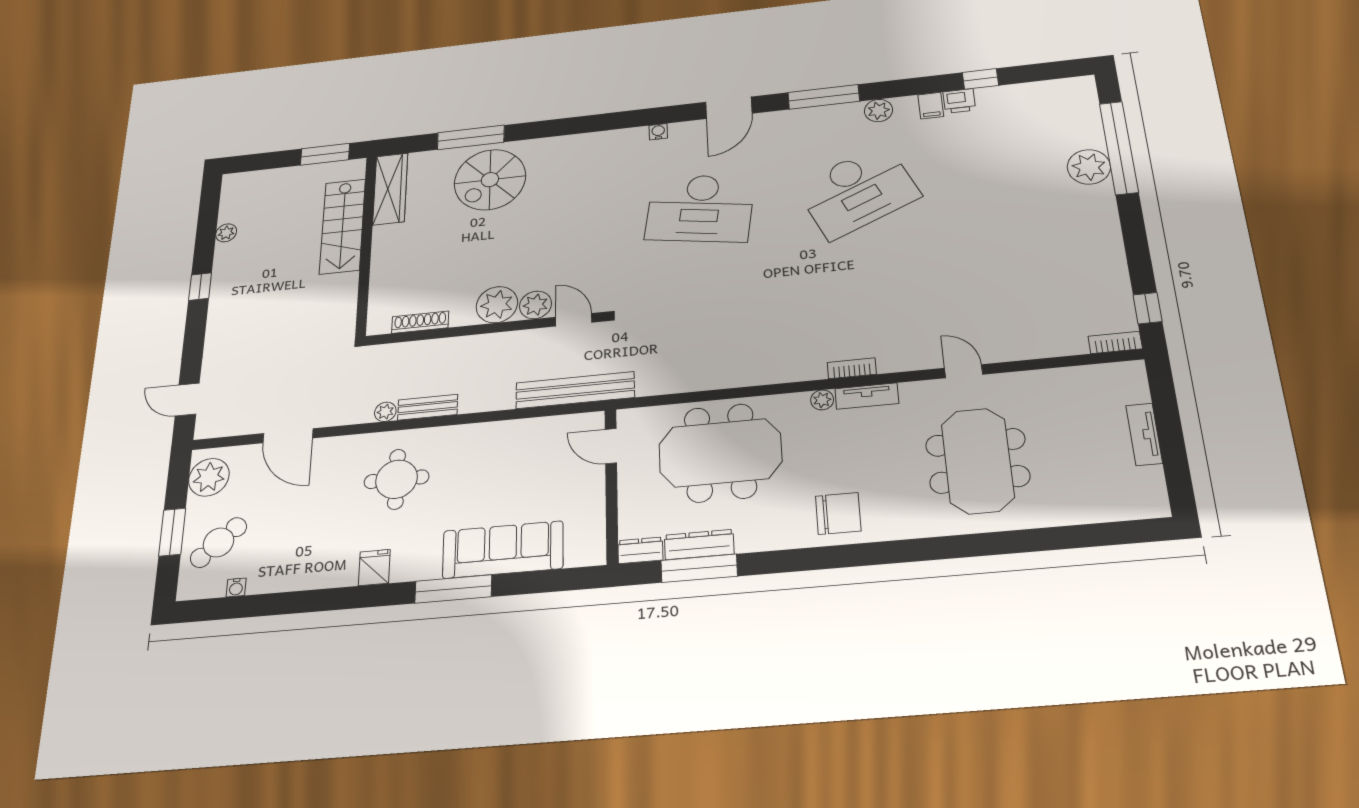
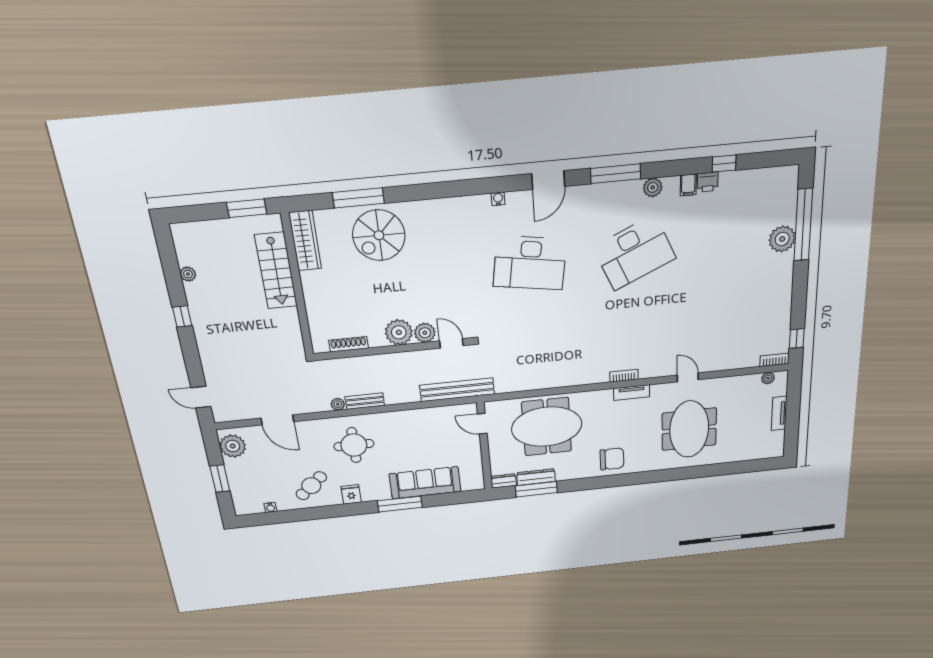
plant: (822, 400) -> (768, 378), moved
cafe table: (218, 542) -> (311, 486), moved

